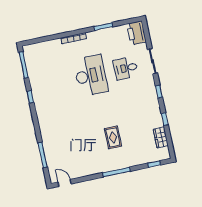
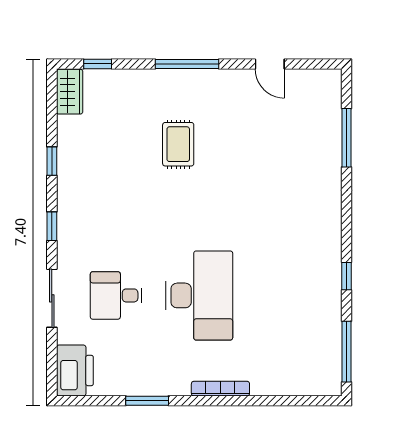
desk: (126, 68) -> (116, 295), turned 180
desk: (91, 76) -> (199, 295), turned 180
wardrobe: (161, 138) -> (70, 92), moved
door: (65, 183) -> (270, 64), moved

